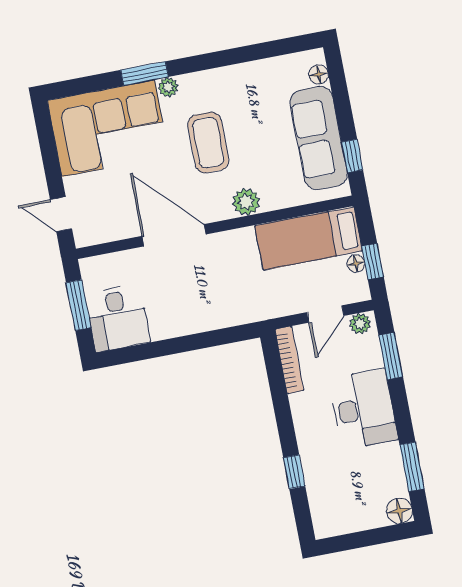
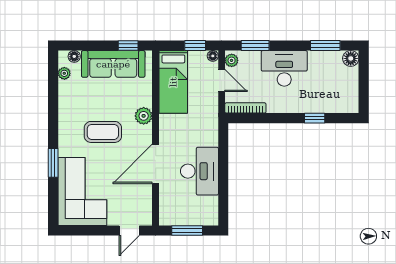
plant: (168, 87) -> (64, 73), moved
floor lamp: (356, 264) -> (213, 56), moved
desk: (118, 318) -> (199, 171), moved, width x1.37

